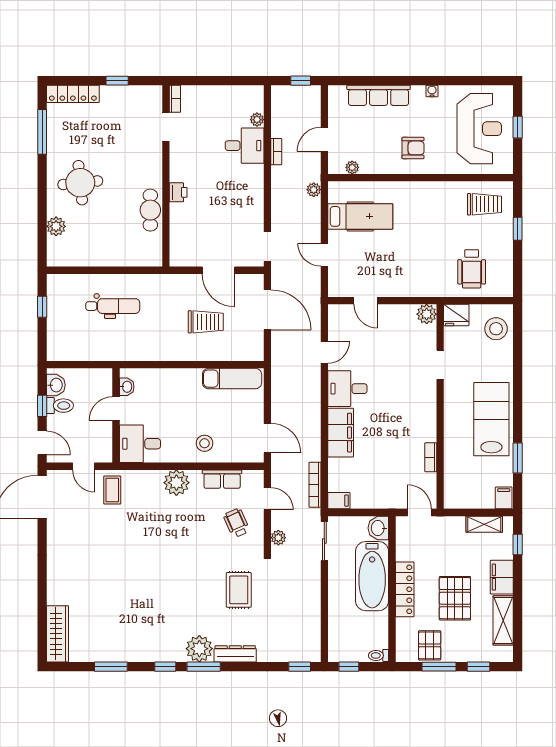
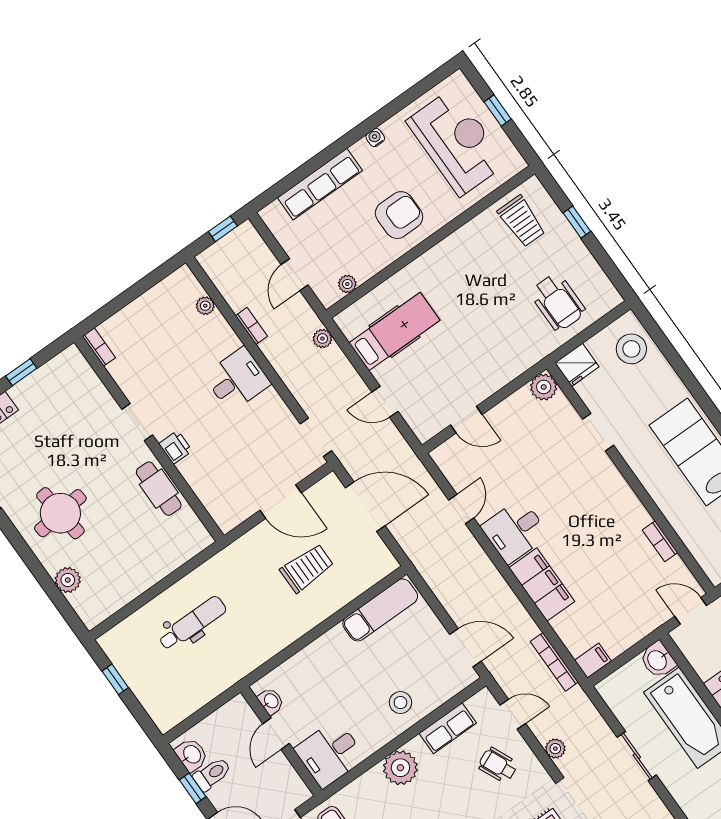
doorway: (166, 127) -> (137, 422), moved
desk: (245, 146) -> (237, 380), moved
armchair: (413, 148) -> (399, 215), width x1.38, depth x1.38
trolley: (485, 204) -> (522, 221), turned 90
sliding door: (324, 541) -> (637, 756), moved

